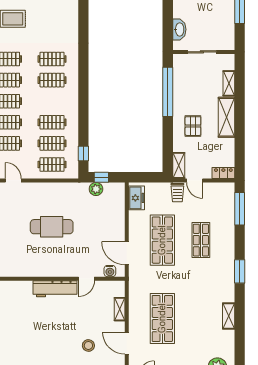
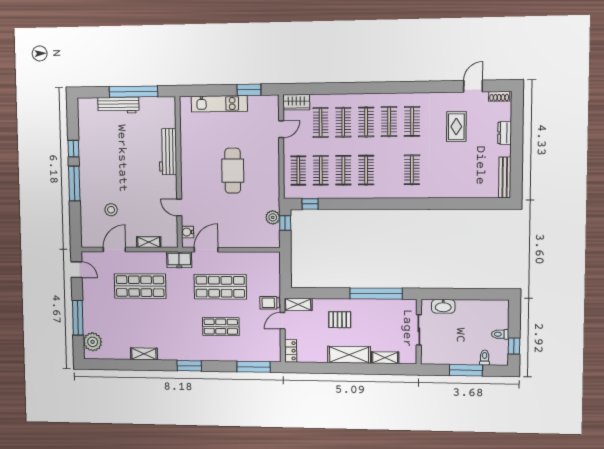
clothes rail: (52, 80) -> (366, 170), moved
freezer: (136, 198) -> (179, 260), moved
workbench: (55, 289) -> (168, 152), moved

